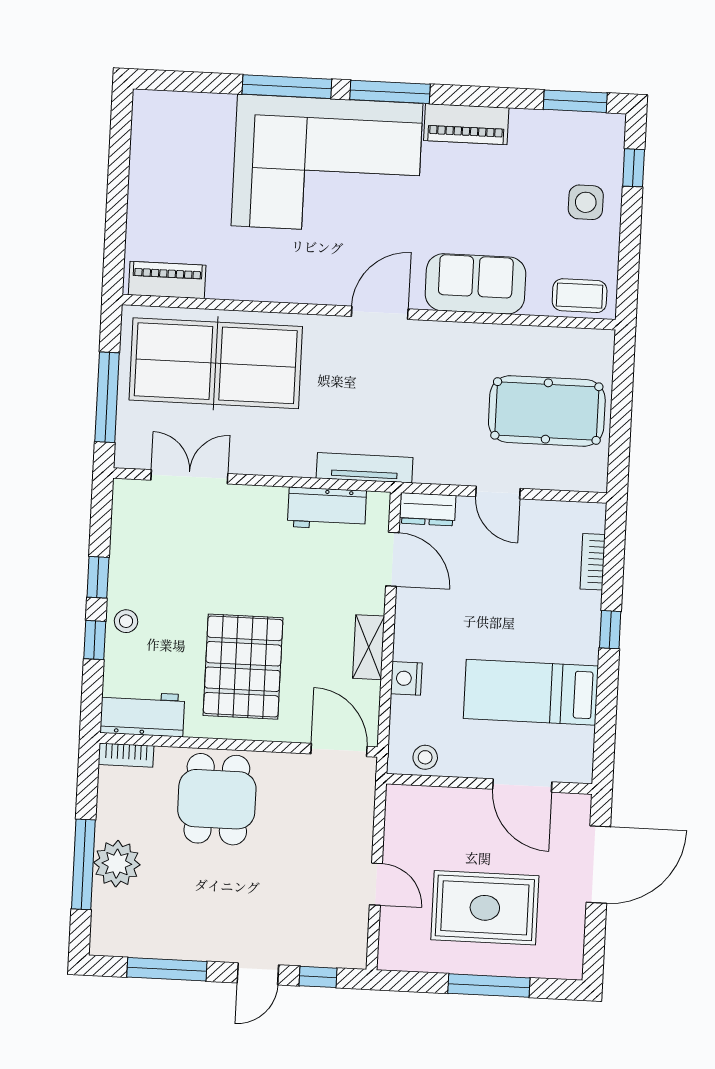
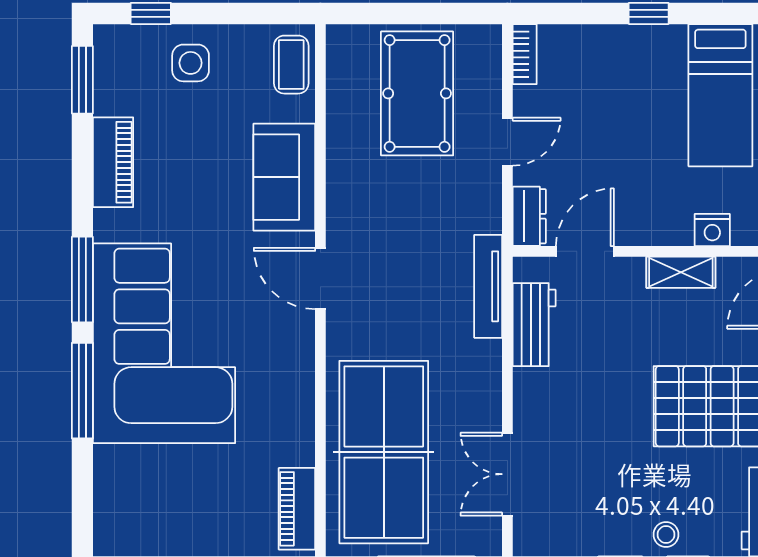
piano: (466, 124) -> (113, 162), moved
bookcase: (593, 562) -> (525, 54), moved, turned -90

